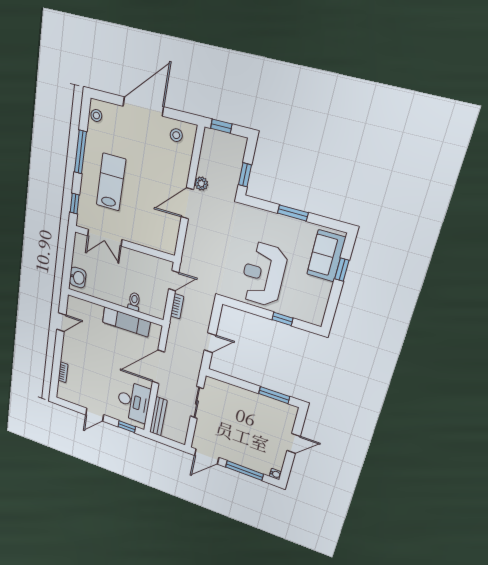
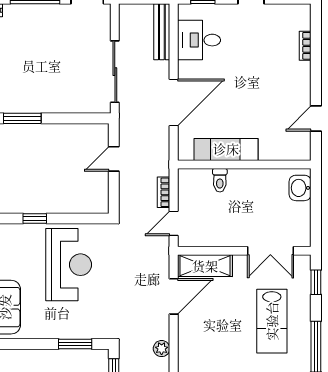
door: (187, 203) -> (174, 296), moved
window: (293, 213) -> (75, 344), moved
double door: (105, 238) -> (270, 251), swing flipped
shelving: (155, 241) -> (205, 266), added
desk: (134, 402) -> (199, 40), width x0.73
sliding door: (197, 402) -> (115, 72), width x1.37

